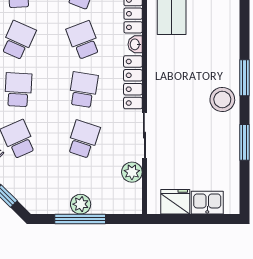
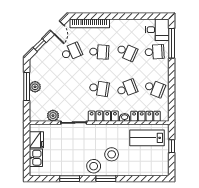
stool: (201, 67) -> (112, 154), added
school desk: (83, 139) -> (71, 88), removed

